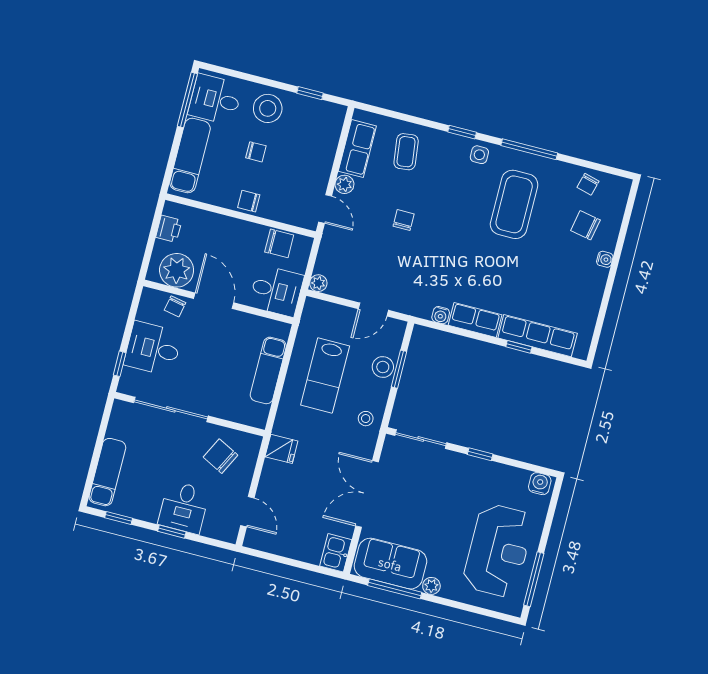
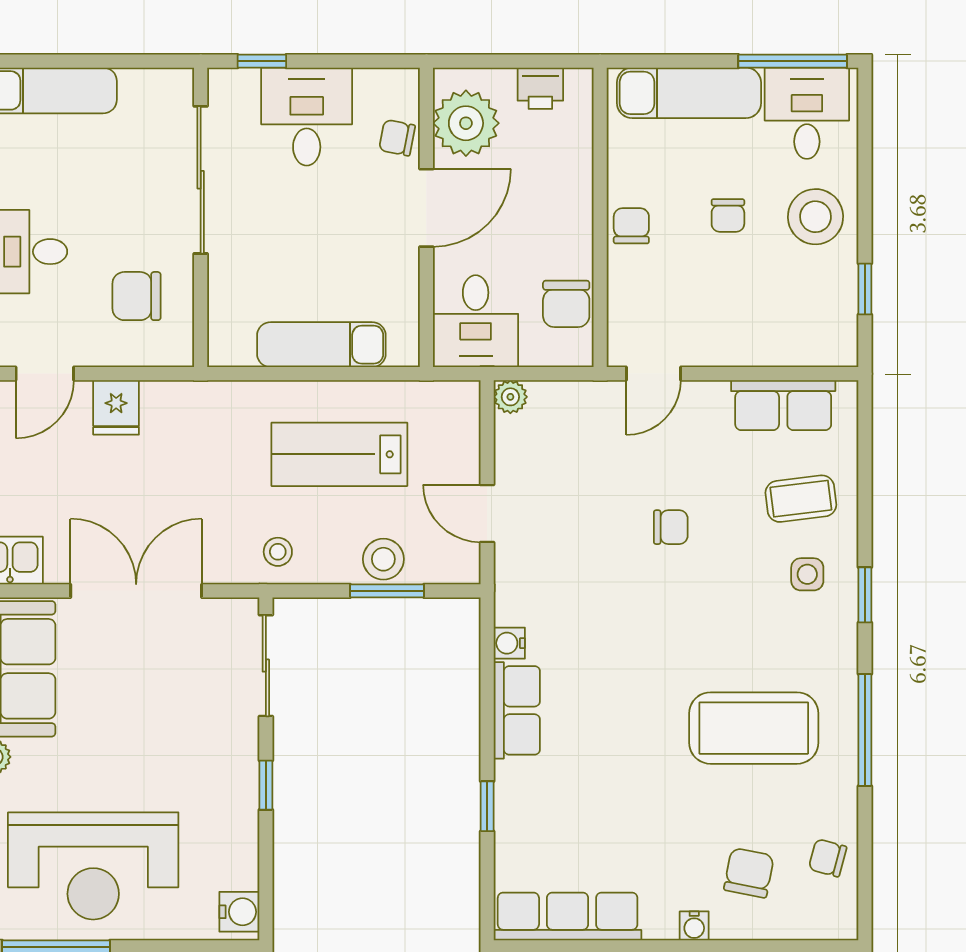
side table: (479, 155) -> (807, 574), moved
plant: (344, 184) -> (709, 398), removed
row of seats: (538, 336) -> (568, 916), moved, turned -90
fridge: (281, 449) -> (116, 407), moved
chair: (221, 456) -> (137, 296), turned -117

